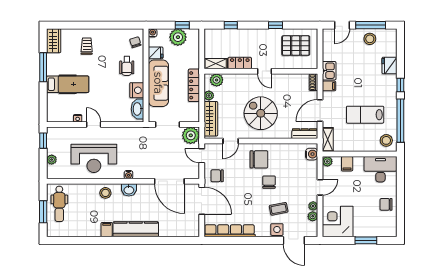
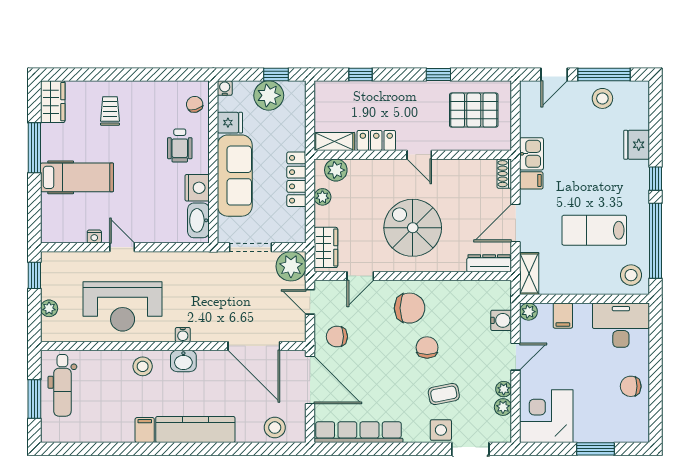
wardrobe: (211, 119) -> (326, 247), width x0.67
water cooler: (312, 154) -> (501, 320), moved
stool: (181, 228) -> (275, 428), added

